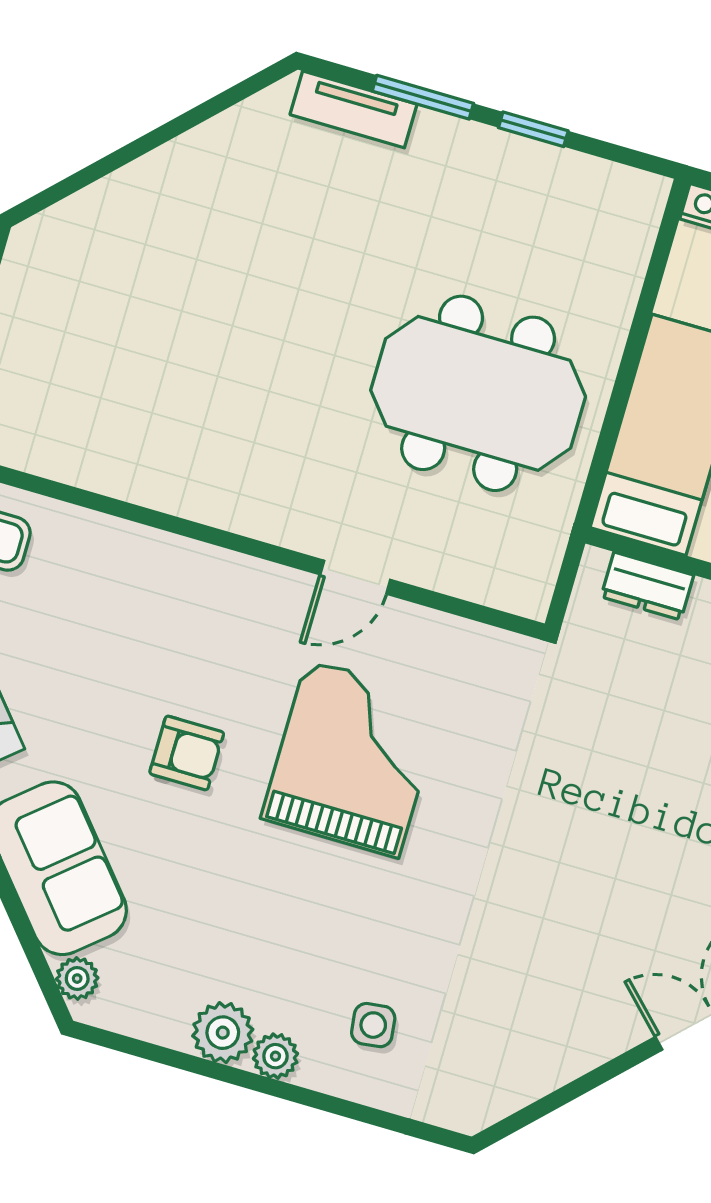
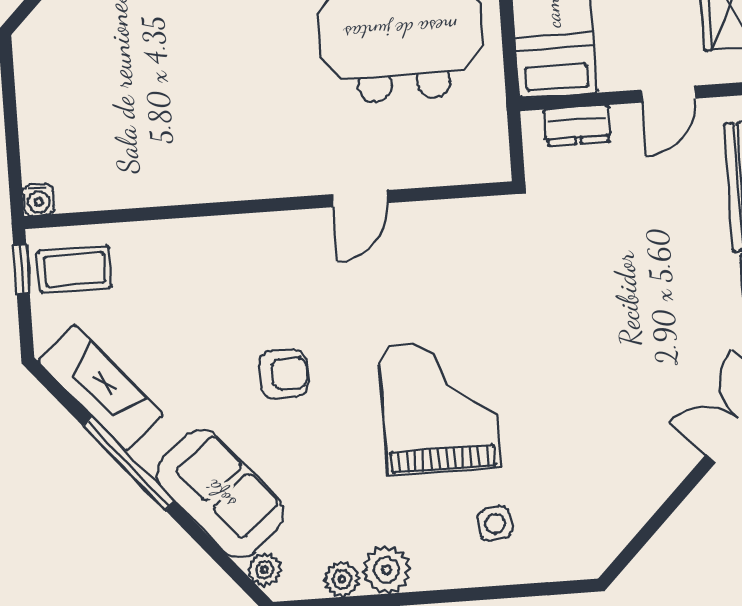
grand piano: (353, 758) -> (439, 407), moved
plant: (275, 1056) -> (342, 579), moved

